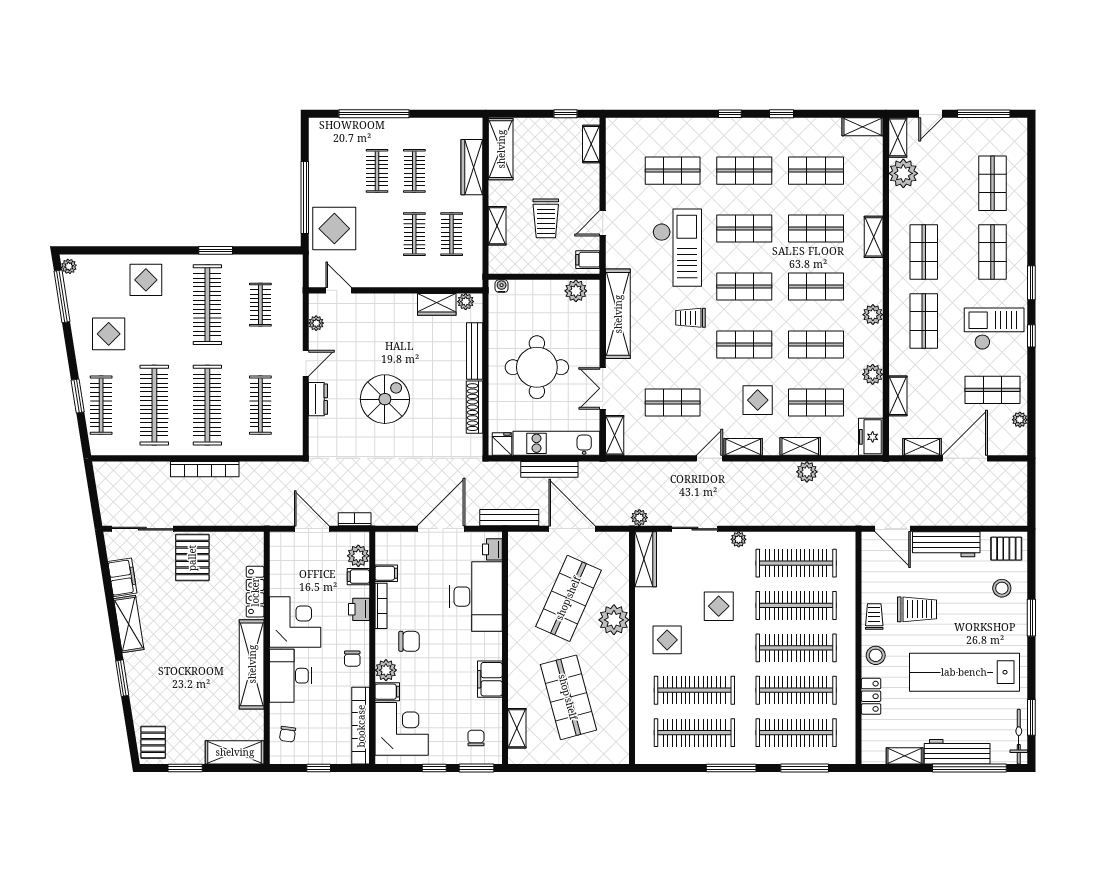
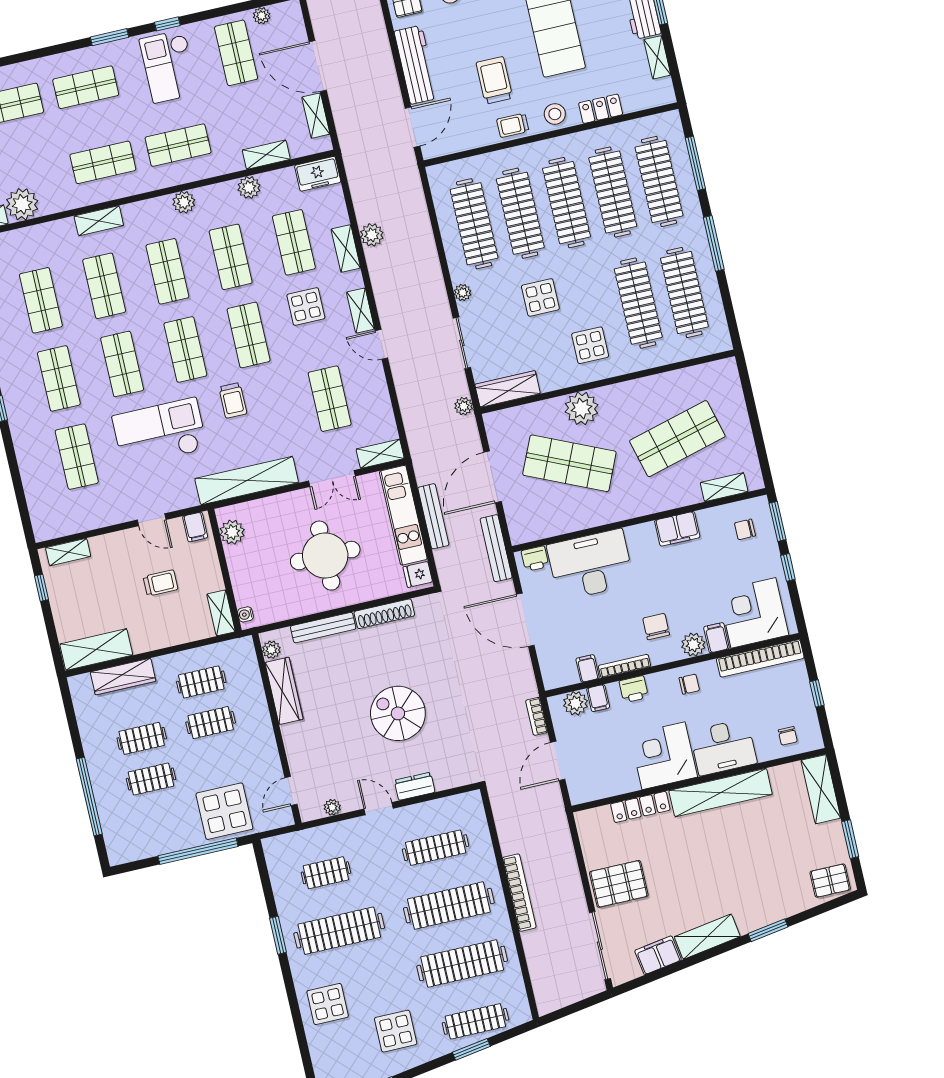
trolley: (546, 218) -> (160, 583), width x0.73, depth x0.72
shelving: (497, 226) -> (221, 613), moved, turned 90
wardrobe: (437, 304) -> (284, 691), width x1.50
chair: (288, 734) -> (788, 736), turned 82

